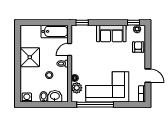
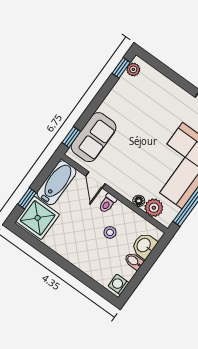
window: (37, 23) -> (27, 198), added
sofa: (111, 34) -> (94, 137), moved
armchair: (138, 47) -> (159, 85), removed
shower: (30, 57) -> (38, 218), moved

